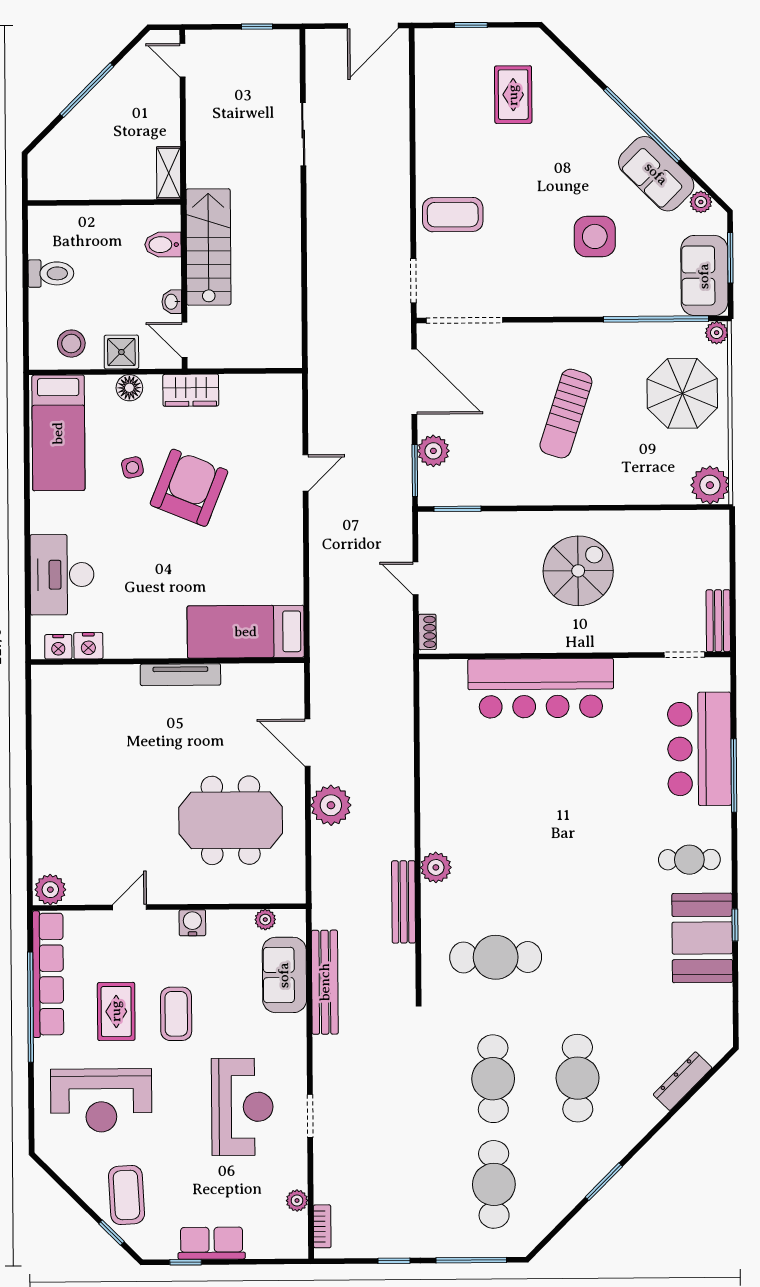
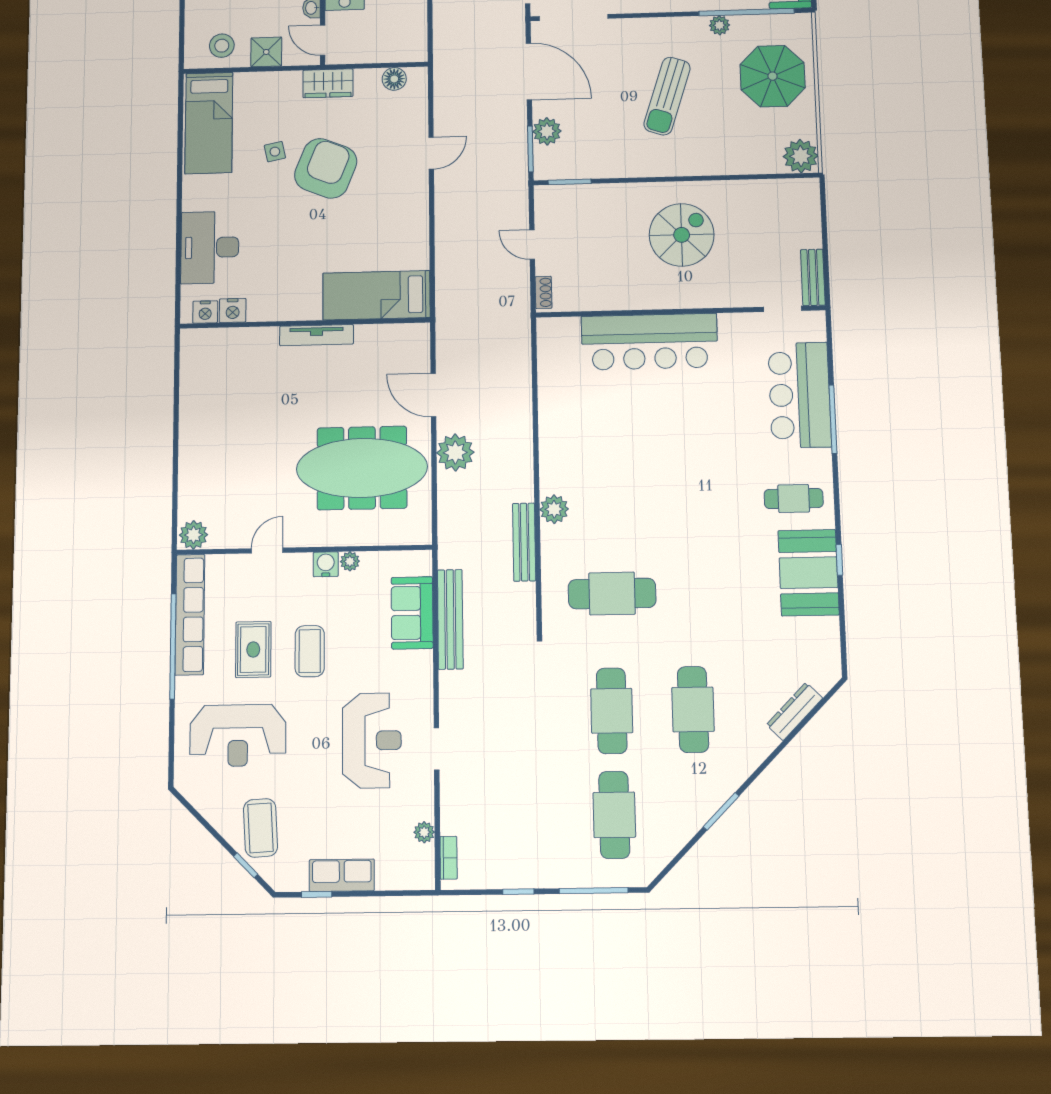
plant: (717, 333) -> (719, 25), moved
floor lamp: (129, 388) -> (394, 79), moved
meeting table: (231, 820) -> (362, 468), width x1.36
plant: (265, 920) -> (350, 561), moved

